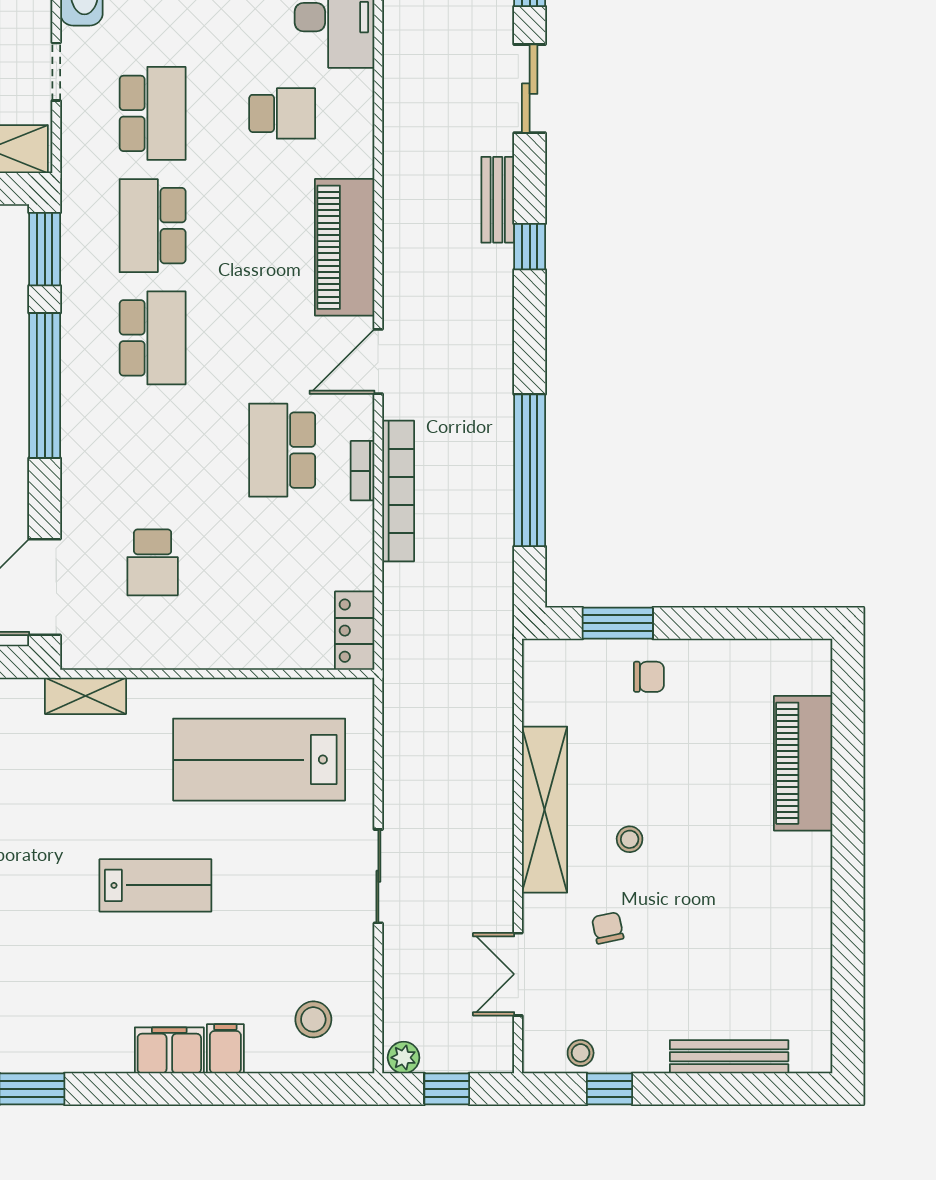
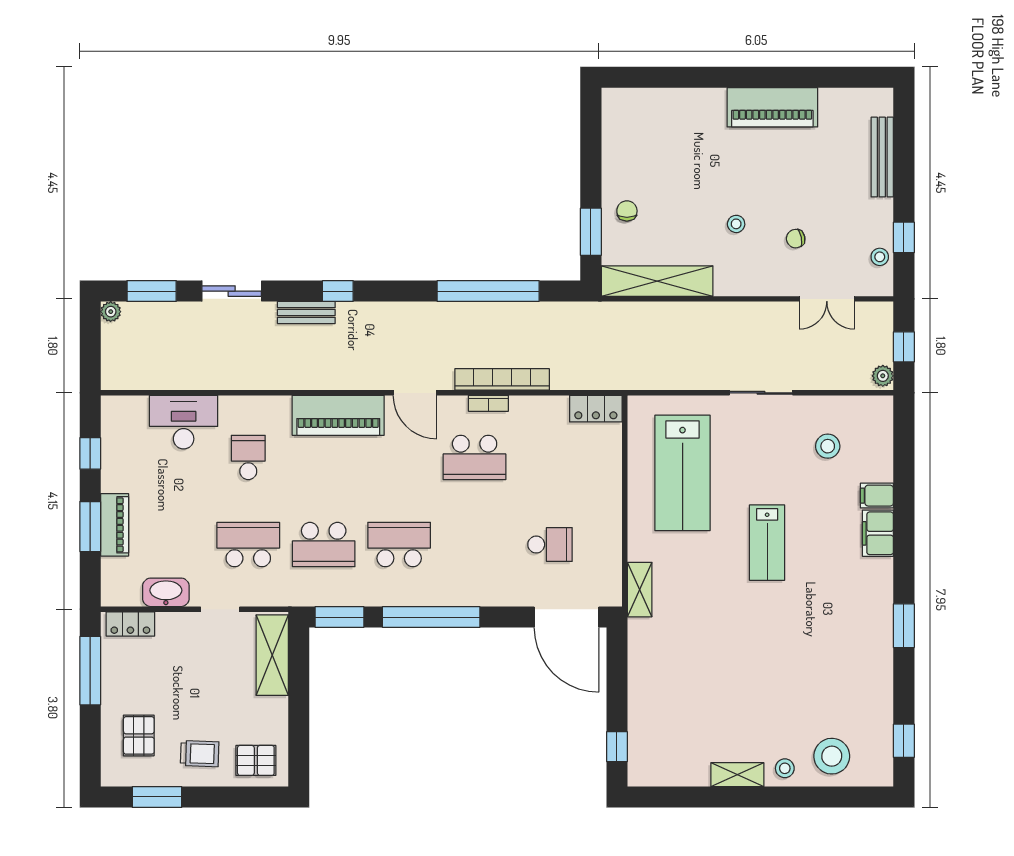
piano: (803, 763) -> (772, 107), moved
shelving: (545, 810) -> (657, 281), moved
lab bench: (155, 885) -> (767, 543), turned 180
stool: (313, 1019) -> (828, 446), moved

